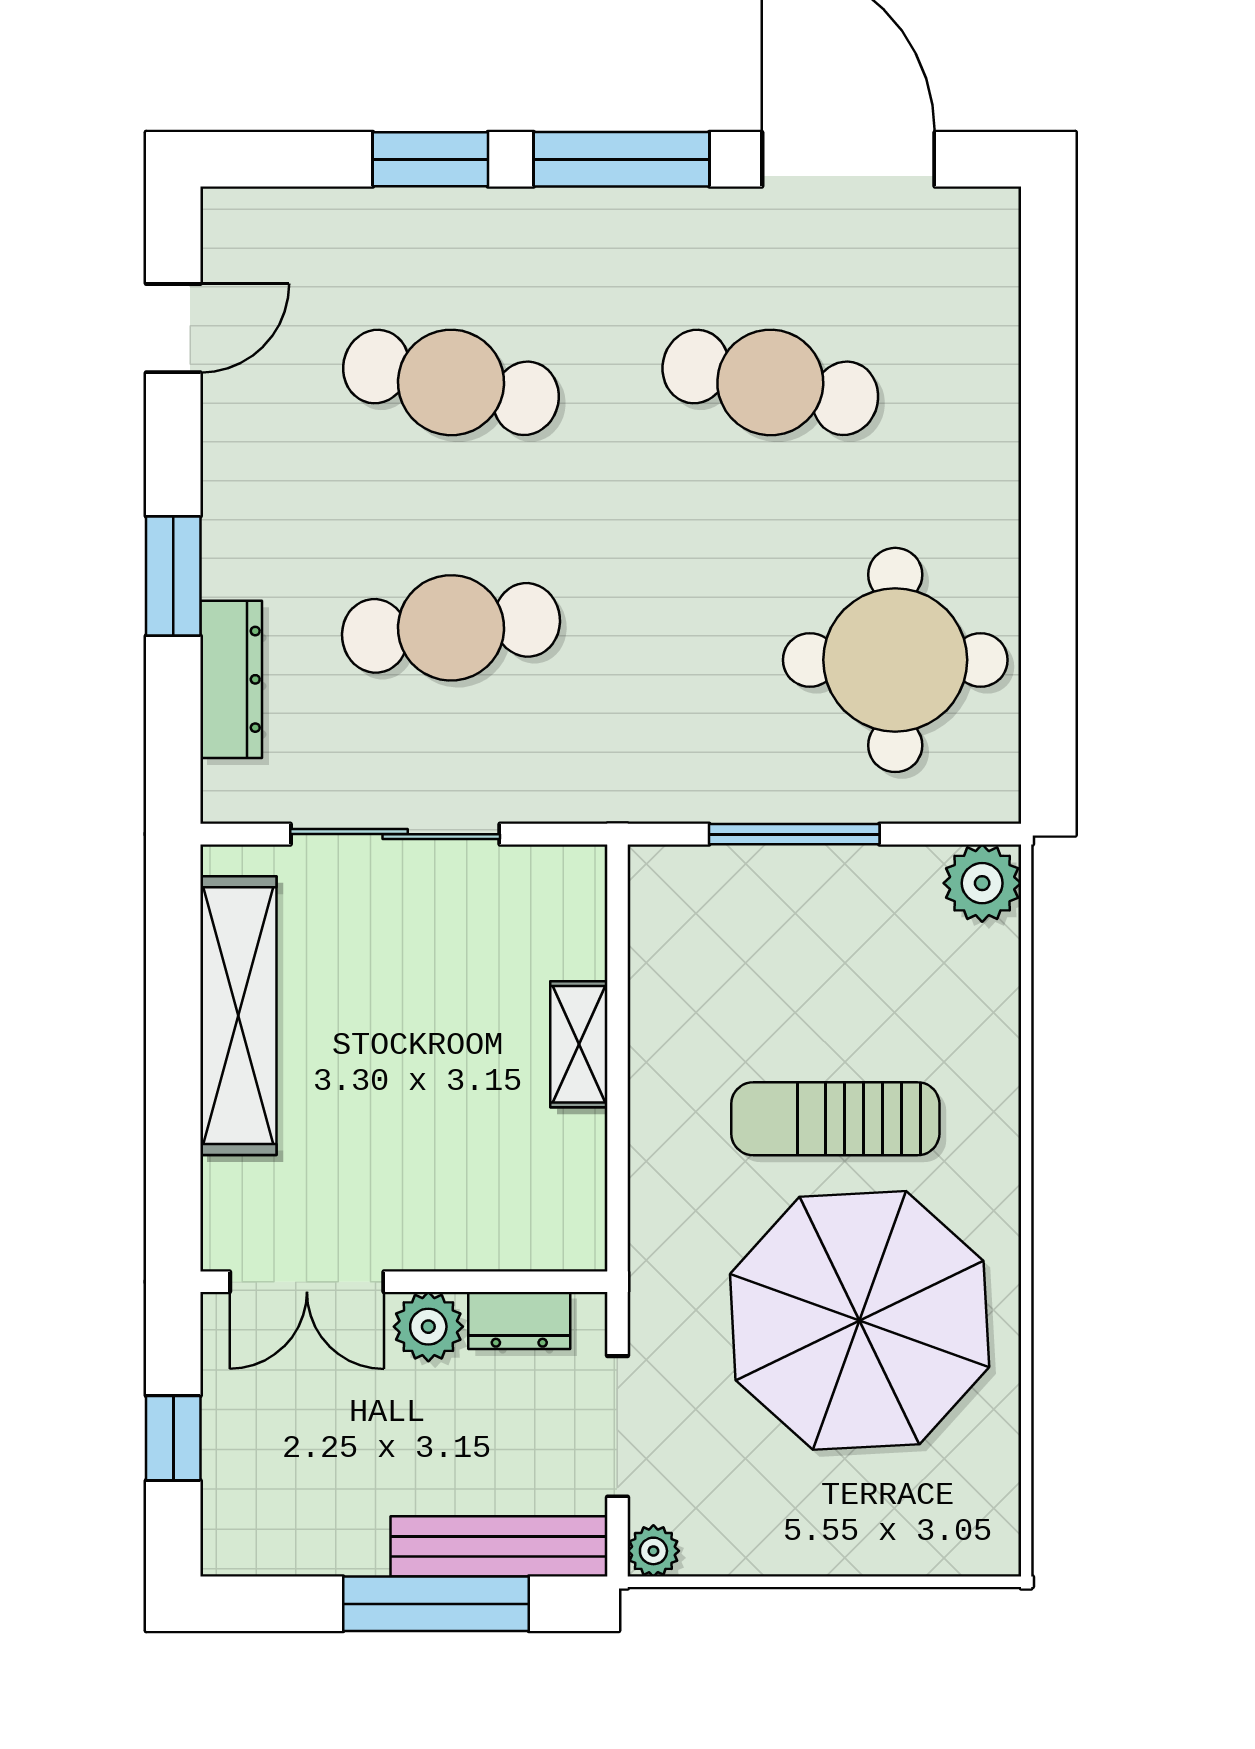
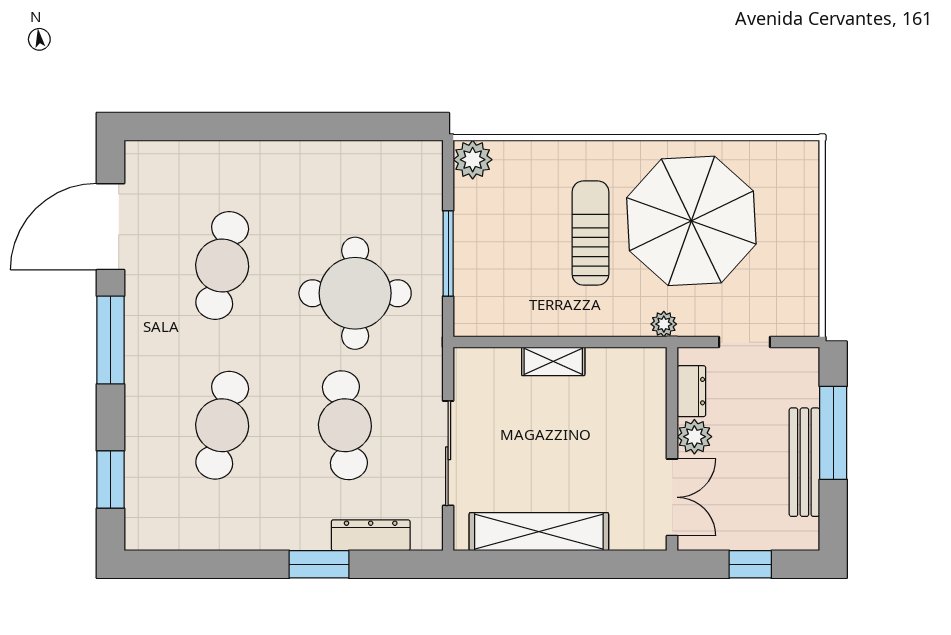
window: (430, 159) -> (111, 479), moved
door: (173, 328) -> (195, 564), removed
round table: (895, 660) -> (355, 293), moved
sun lounger: (835, 1119) -> (591, 233), turned 180
doorway: (617, 1426) -> (744, 342), width x0.73
bench: (499, 1546) -> (804, 462), moved
plant: (653, 1551) -> (664, 324), moved

